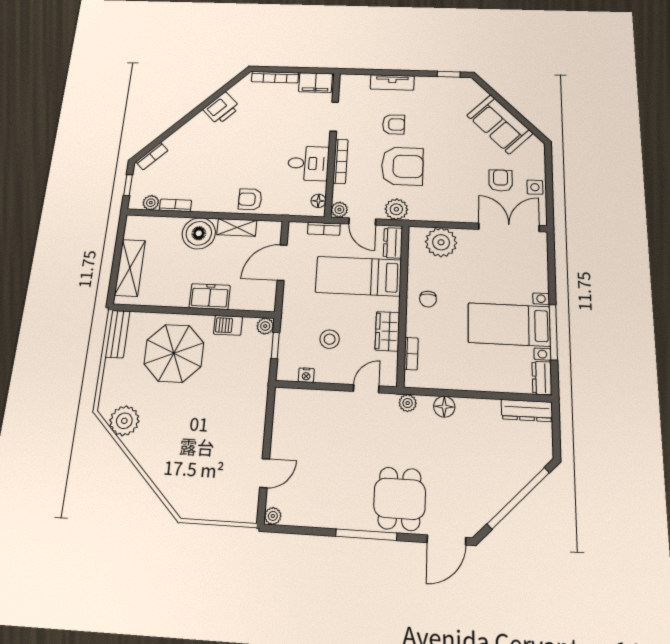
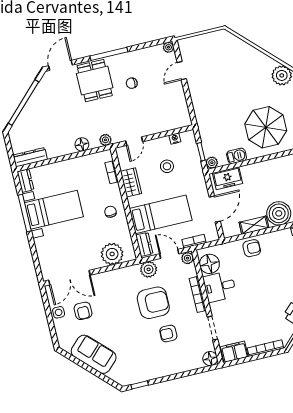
floor lamp: (349, 82) -> (210, 359), added
tv unit: (392, 82) -> (179, 367), removed
armchair: (402, 166) -> (153, 303), turned 180
floor lamp: (318, 201) -> (209, 264), width x1.89, depth x1.89
freezer: (210, 297) -> (228, 178), moved
chair: (345, 477) -> (132, 83), added

